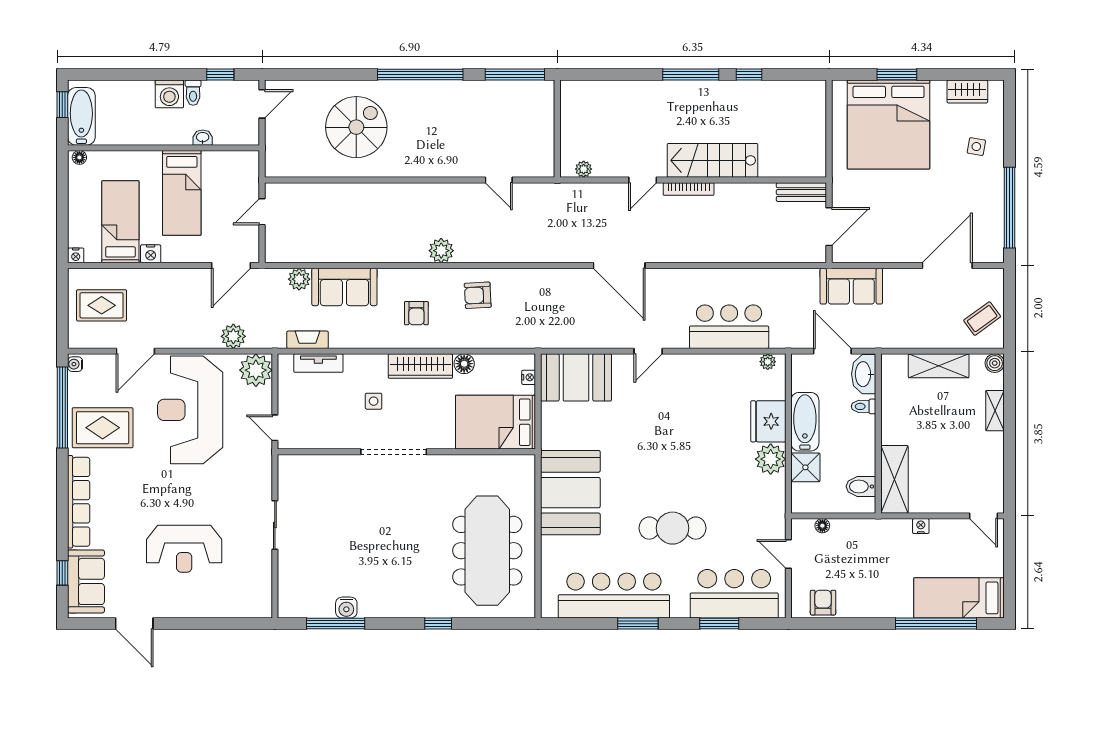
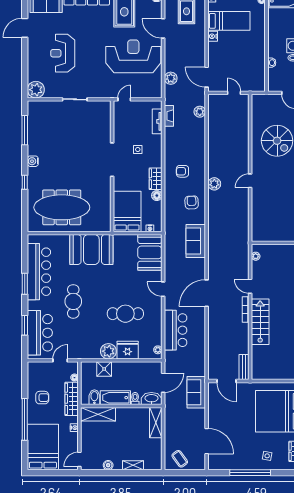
door: (499, 180) -> (250, 181), moved
bed: (182, 193) -> (244, 52), removed
window: (1009, 208) -> (250, 473), moved
door: (619, 266) -> (207, 293), moved
sofa: (344, 287) -> (196, 241), moved
boiler: (995, 363) -> (108, 465), moved
wardrobe: (420, 366) -> (156, 179), width x0.67
shelving: (939, 366) -> (156, 423), moved
plant: (256, 370) -> (36, 90), moved
bathtub: (805, 422) -> (115, 398), moved, turned 180
cafe table: (697, 426) -> (125, 314), added
wardrobe: (864, 531) -> (72, 399), added
bed: (959, 598) -> (43, 447), width x1.50
armchair: (823, 603) -> (42, 398), moved
water cooler: (346, 608) -> (33, 161), moved
window: (936, 624) -> (25, 419), moved

